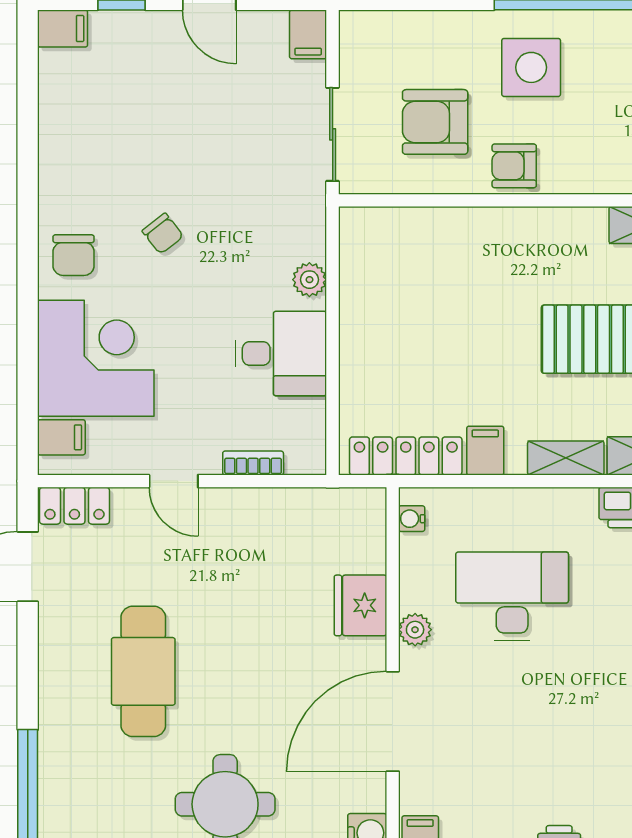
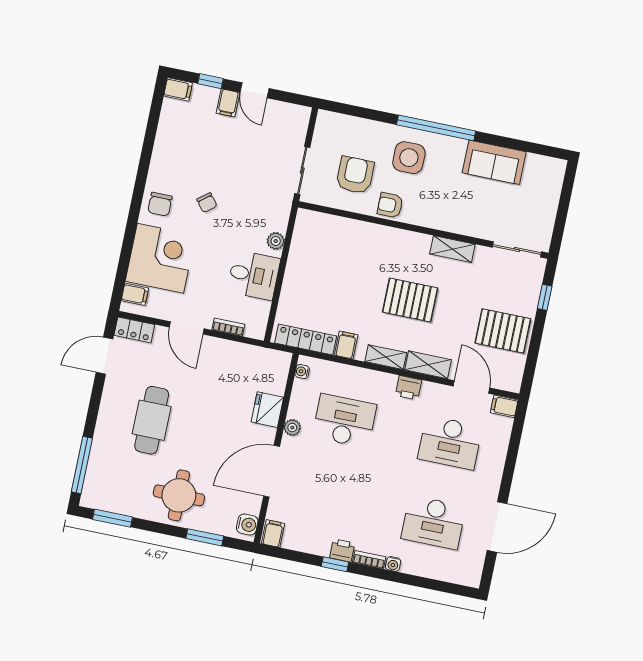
filing cabinet: (308, 34) -> (228, 103), moved
armchair: (435, 122) -> (355, 175), turned 90
door: (174, 481) -> (187, 328), width x1.37

